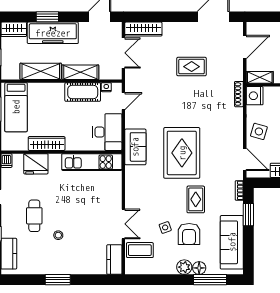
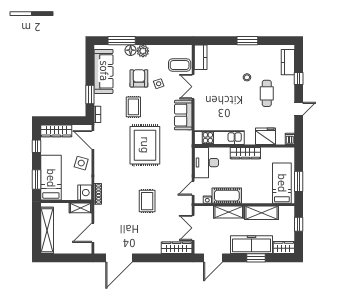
rug: (192, 67) -> (147, 201), moved, turned 90
wardrobe: (47, 143) -> (245, 153), moved
sofa: (135, 147) -> (183, 115), moved

